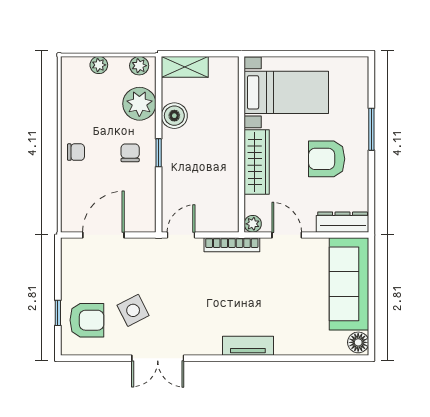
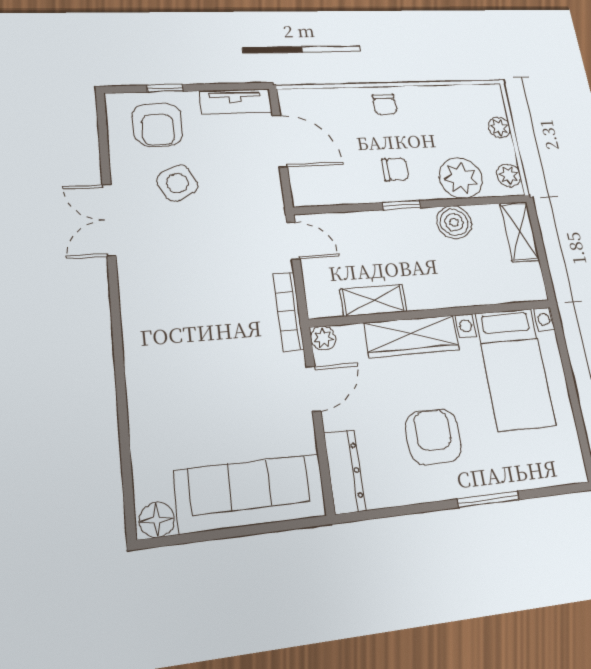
shelving: (229, 185) -> (373, 300), added
tv unit: (248, 346) -> (235, 102), moved, turned 90

